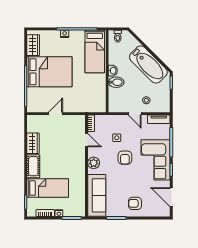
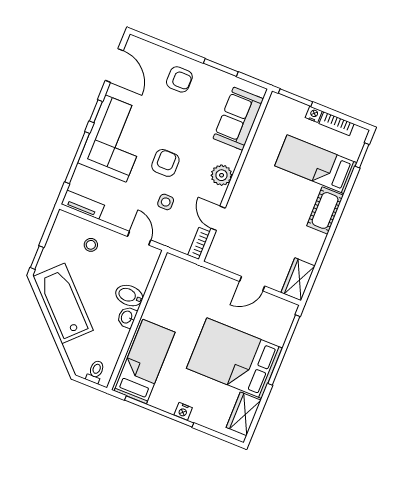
door: (135, 114) -> (139, 238), moved
wardrobe: (33, 143) -> (298, 279), moved
sofa: (97, 195) -> (238, 119), width x0.73

